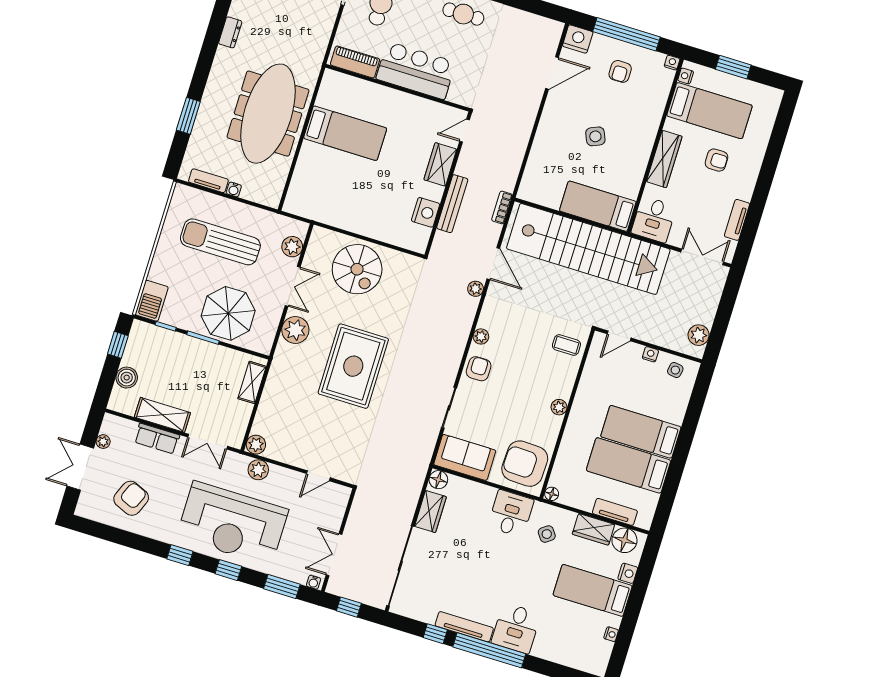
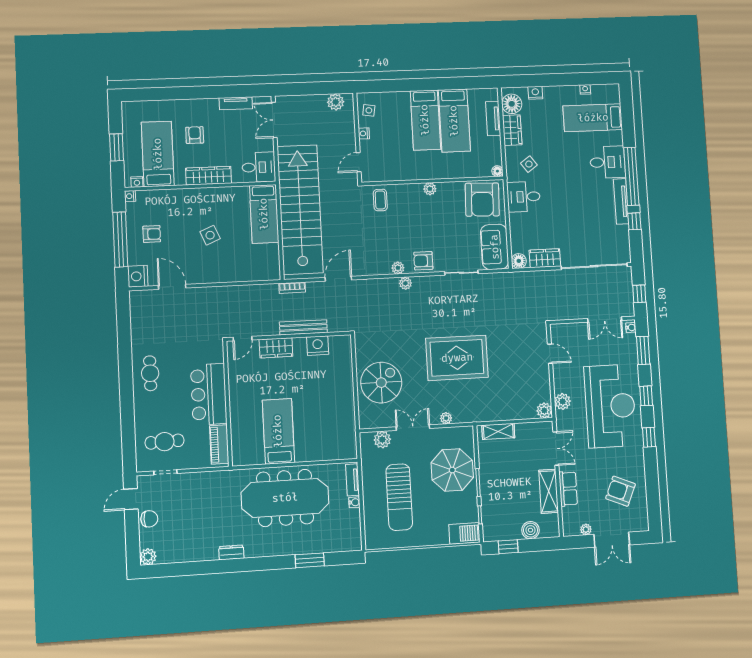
door: (465, 131) -> (242, 339), hinge flipped
tv unit: (208, 181) -> (353, 480), moved
plant: (476, 289) -> (405, 283), moved
plant: (295, 330) -> (446, 418), width x0.53, depth x0.53
door: (619, 336) -> (359, 162), swing flipped
bed: (593, 590) -> (593, 118), moved, turned 90

